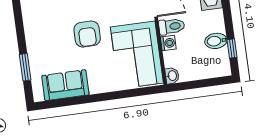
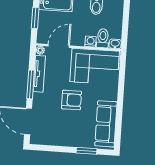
toilet: (172, 26) -> (103, 38), moved
sofa: (65, 85) -> (106, 124), width x1.36

